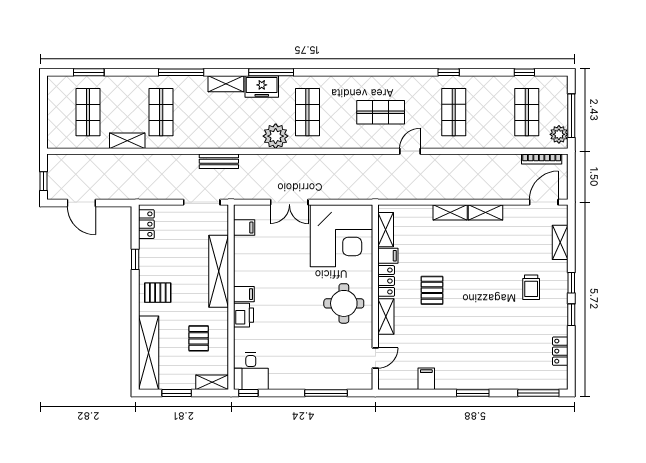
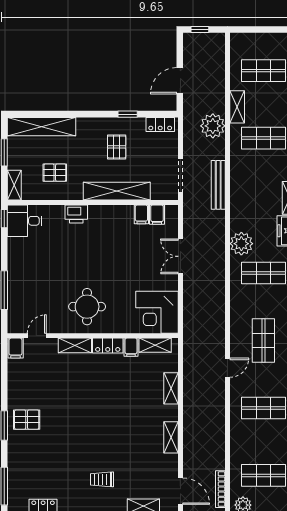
door: (410, 151) -> (227, 368), hinge flipped
bench: (219, 161) -> (218, 185), width x1.36
plant: (148, 167) -> (213, 126), added
door: (81, 203) -> (180, 81), moved
shelving: (450, 212) -> (171, 388), moved
corner desk: (342, 236) -> (157, 312), width x0.74, depth x0.74
pallet: (432, 290) -> (27, 420), moved
pallet: (158, 293) -> (117, 147), moved
filing cabinet: (244, 294) -> (141, 214), moved
door: (375, 358) -> (37, 336), swing flipped
filing cabinet: (426, 379) -> (16, 348), moved, turned 90

